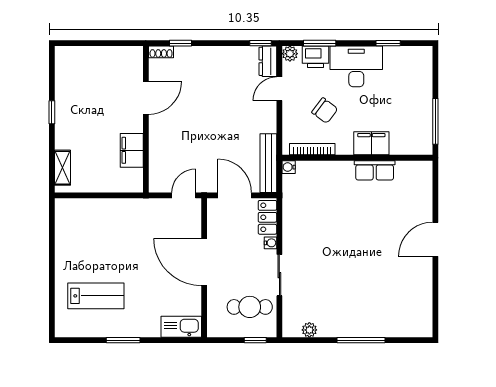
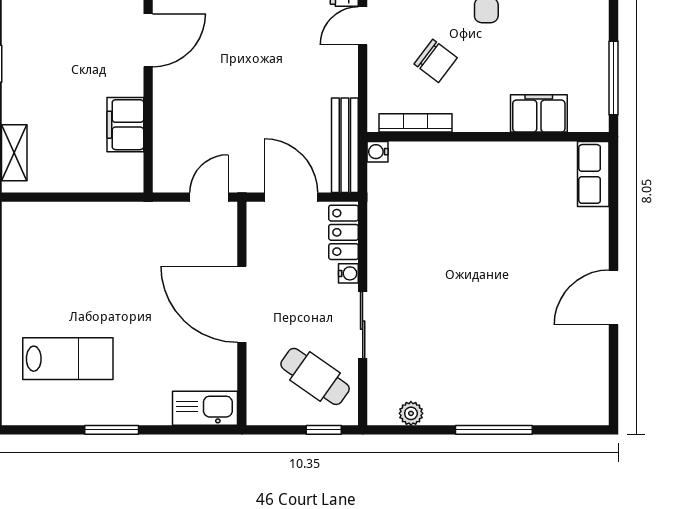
filing cabinet: (371, 143) -> (539, 113), moved
row of seats: (375, 170) -> (593, 174), moved, turned 90
door: (435, 239) -> (613, 297), moved
cafe table: (250, 307) -> (315, 376), turned 35

